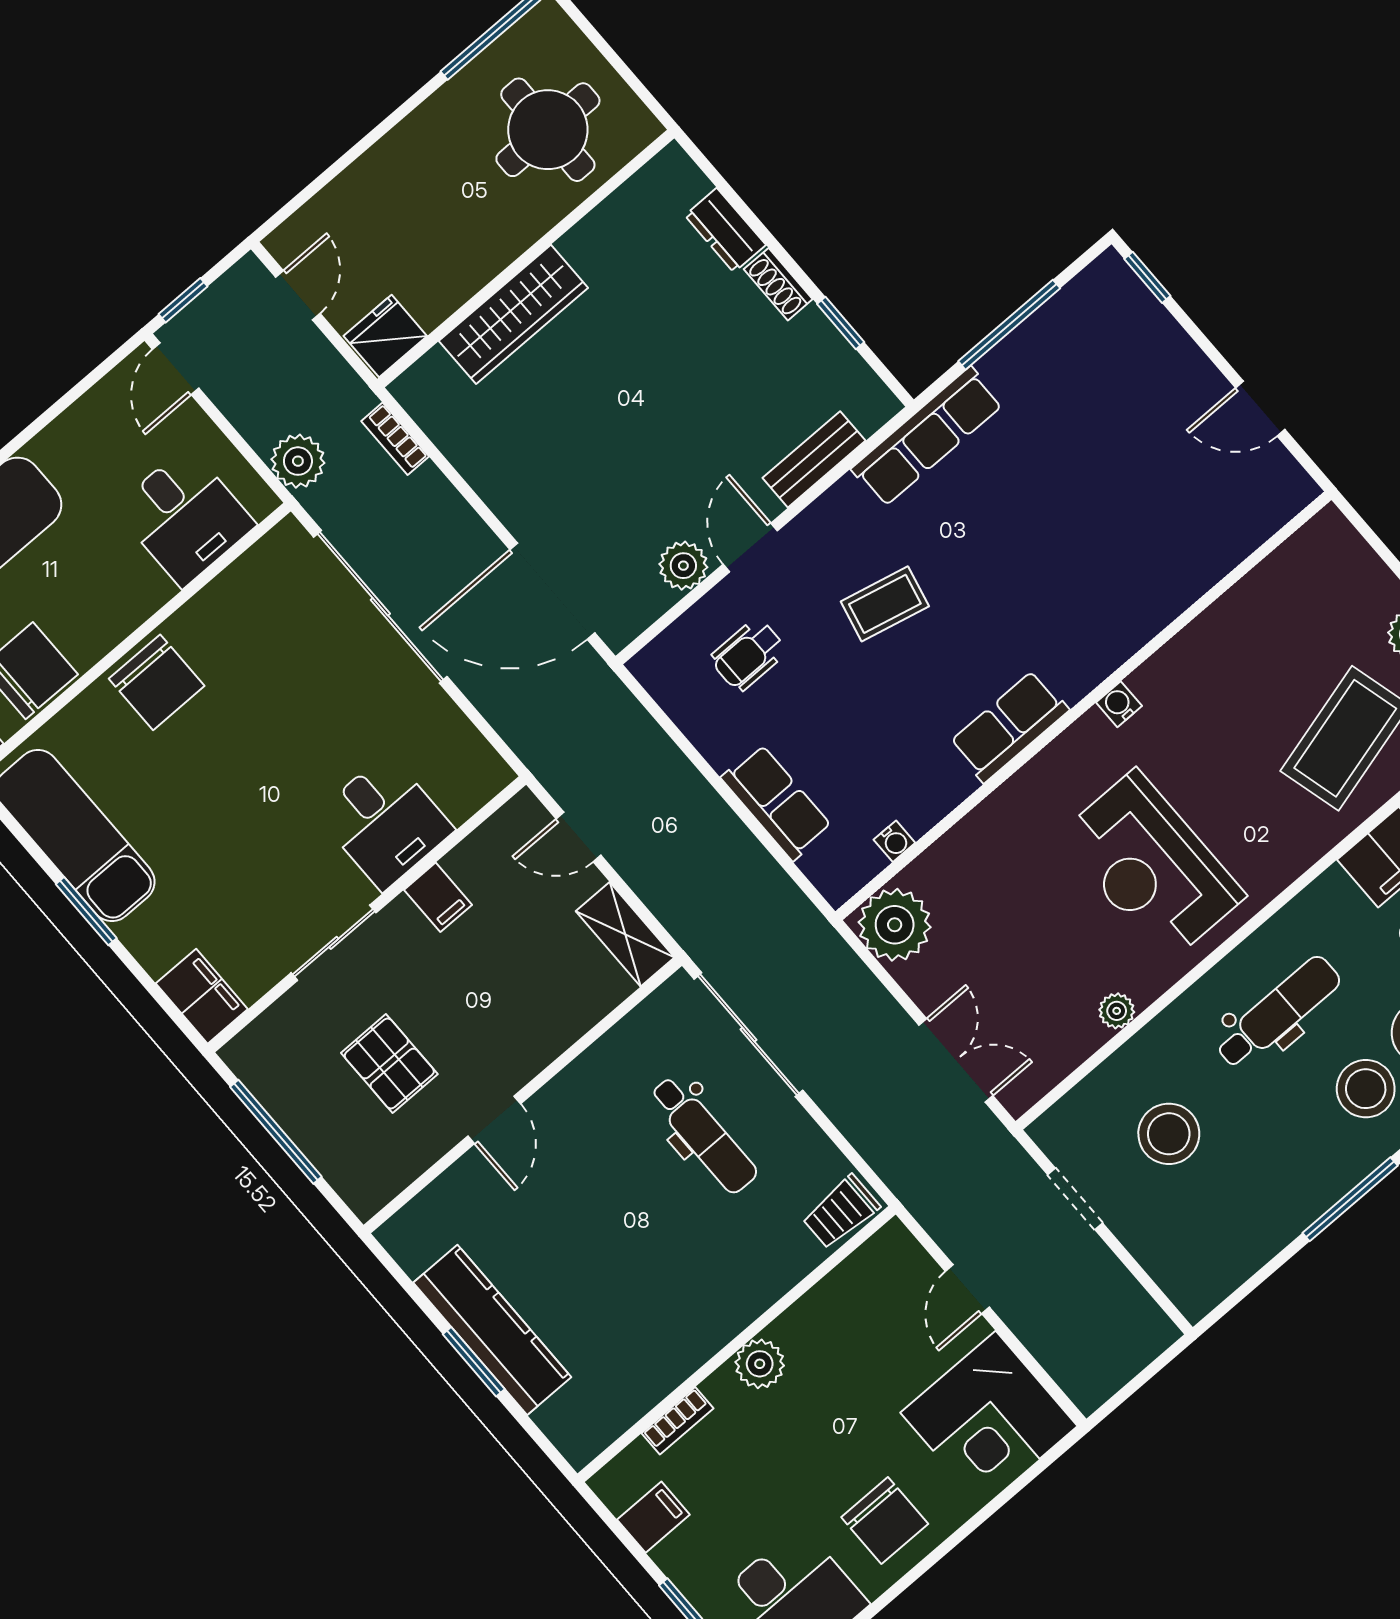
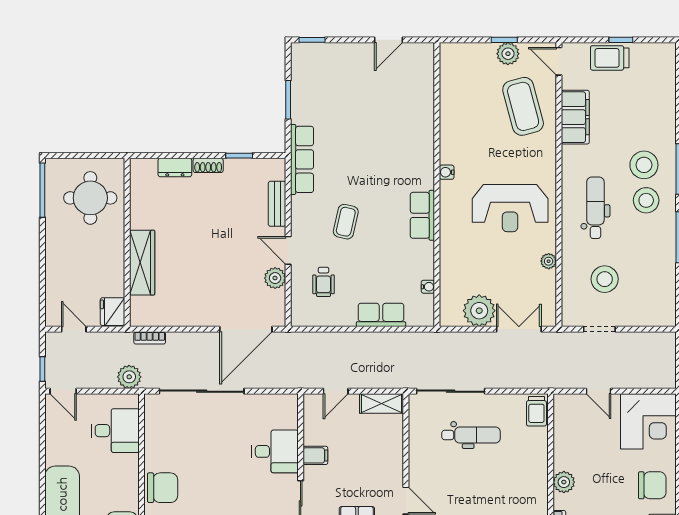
window: (1009, 325) -> (288, 100), width x0.69
plant: (895, 925) -> (479, 311), moved

